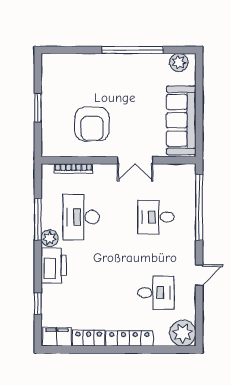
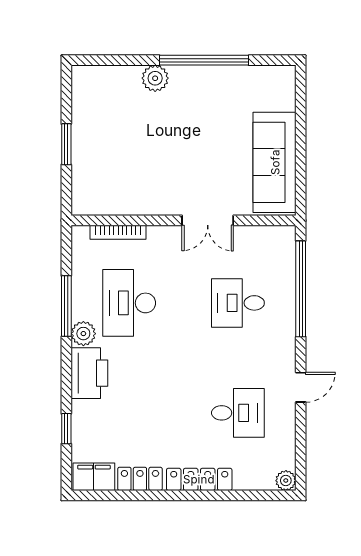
plant: (179, 62) -> (155, 78), moved
armchair: (92, 124) -> (145, 168), removed
plant: (183, 333) -> (286, 481), width x0.53, depth x0.53

